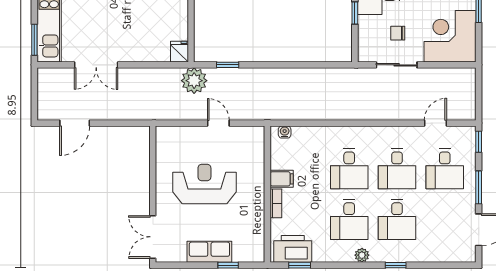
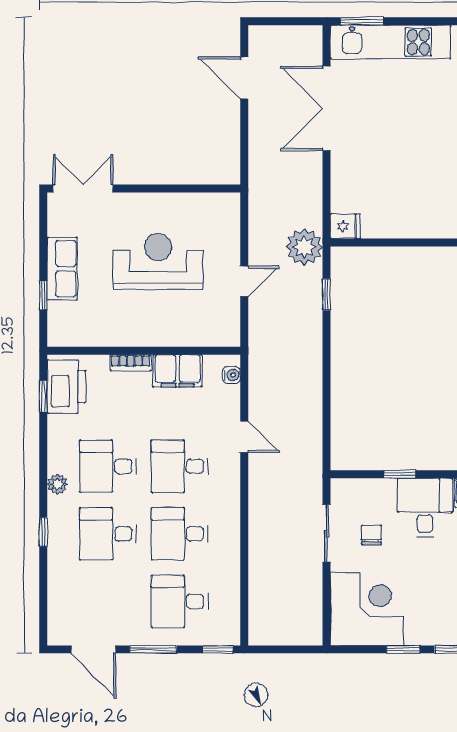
double door: (96, 65) -> (327, 108), width x1.37
door: (435, 123) -> (244, 437), moved
filing cabinet: (282, 179) -> (178, 371), width x2.00
reception desk: (204, 184) -> (158, 262), turned -90

